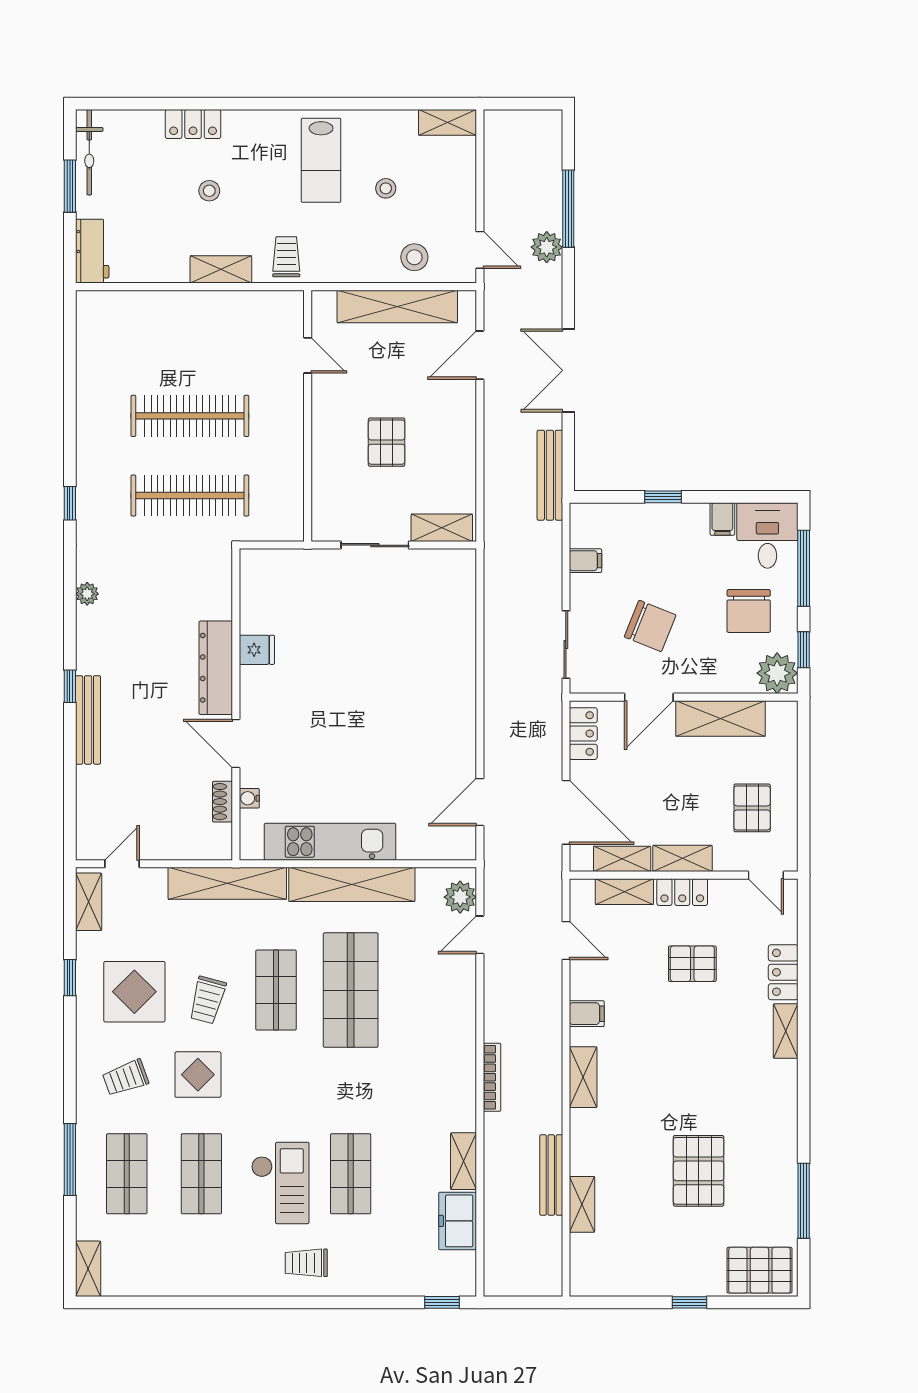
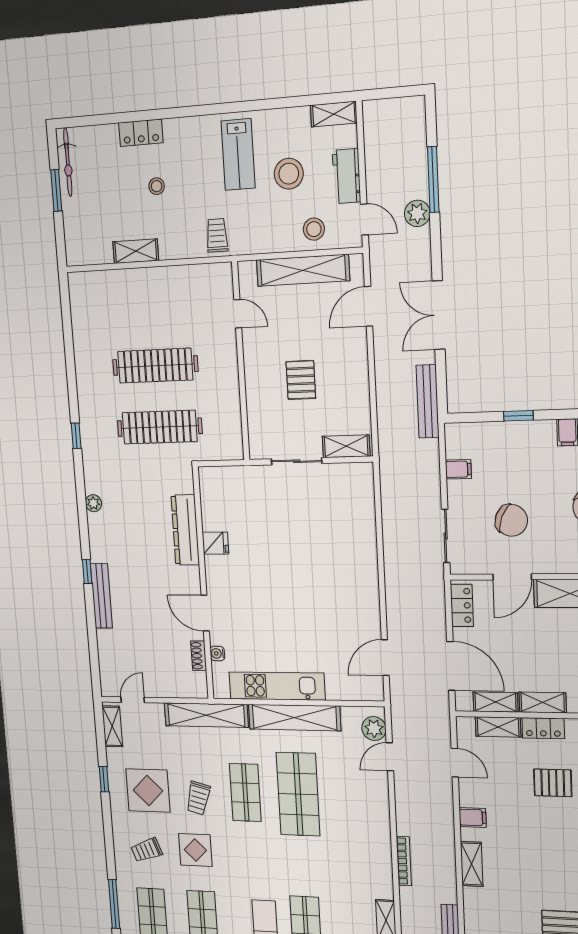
stool: (386, 188) -> (289, 174), width x1.89, depth x1.89
workbench: (92, 251) -> (347, 176), moved, turned 180
shelving: (221, 269) -> (136, 251), moved
dresser: (216, 668) -> (185, 530), moved

